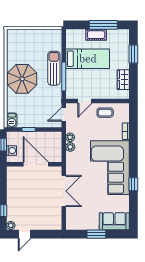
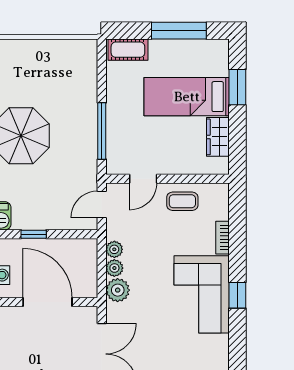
cot: (96, 35) -> (128, 50), moved
bed: (88, 59) -> (187, 97), moved, turned 180
sun lounger: (54, 68) -> (83, 115), removed
plant: (72, 158) -> (118, 290), added
corner sofa: (110, 168) -> (202, 294), width x0.73, depth x0.74
window: (133, 184) -> (237, 295), moved

